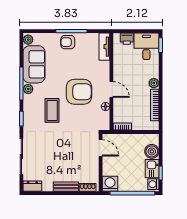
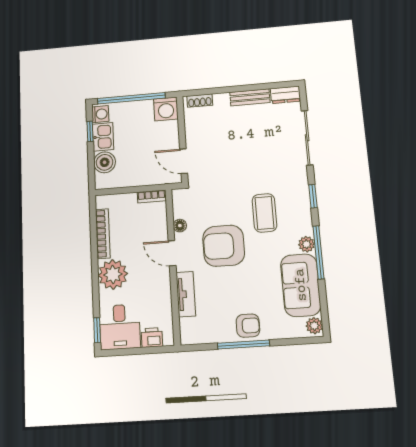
tv unit: (104, 47) -> (186, 294), moved
plant: (154, 83) -> (113, 275), width x1.88, depth x1.88
bench: (66, 187) -> (250, 97), moved

